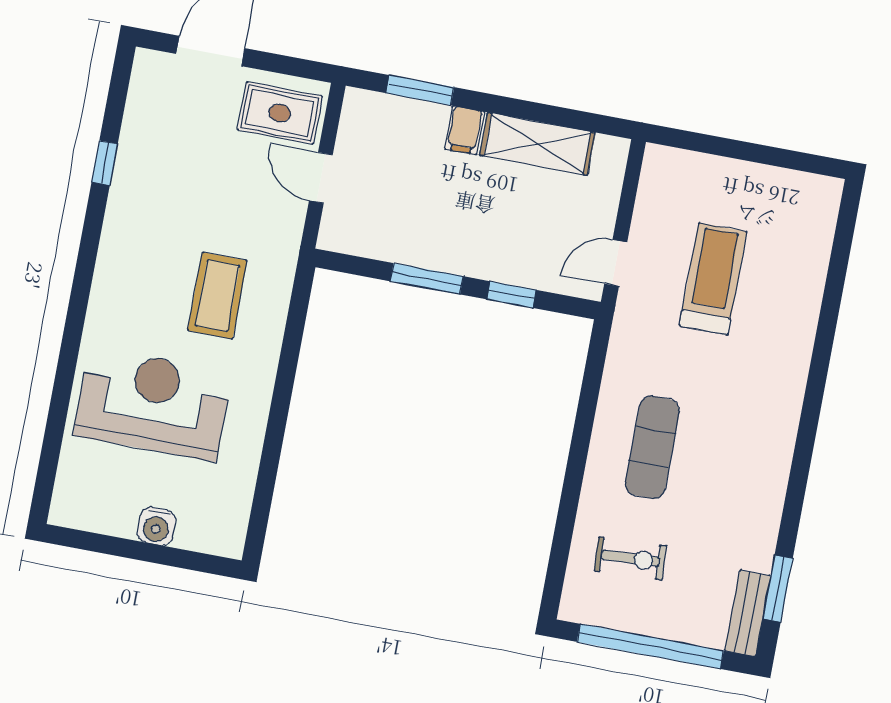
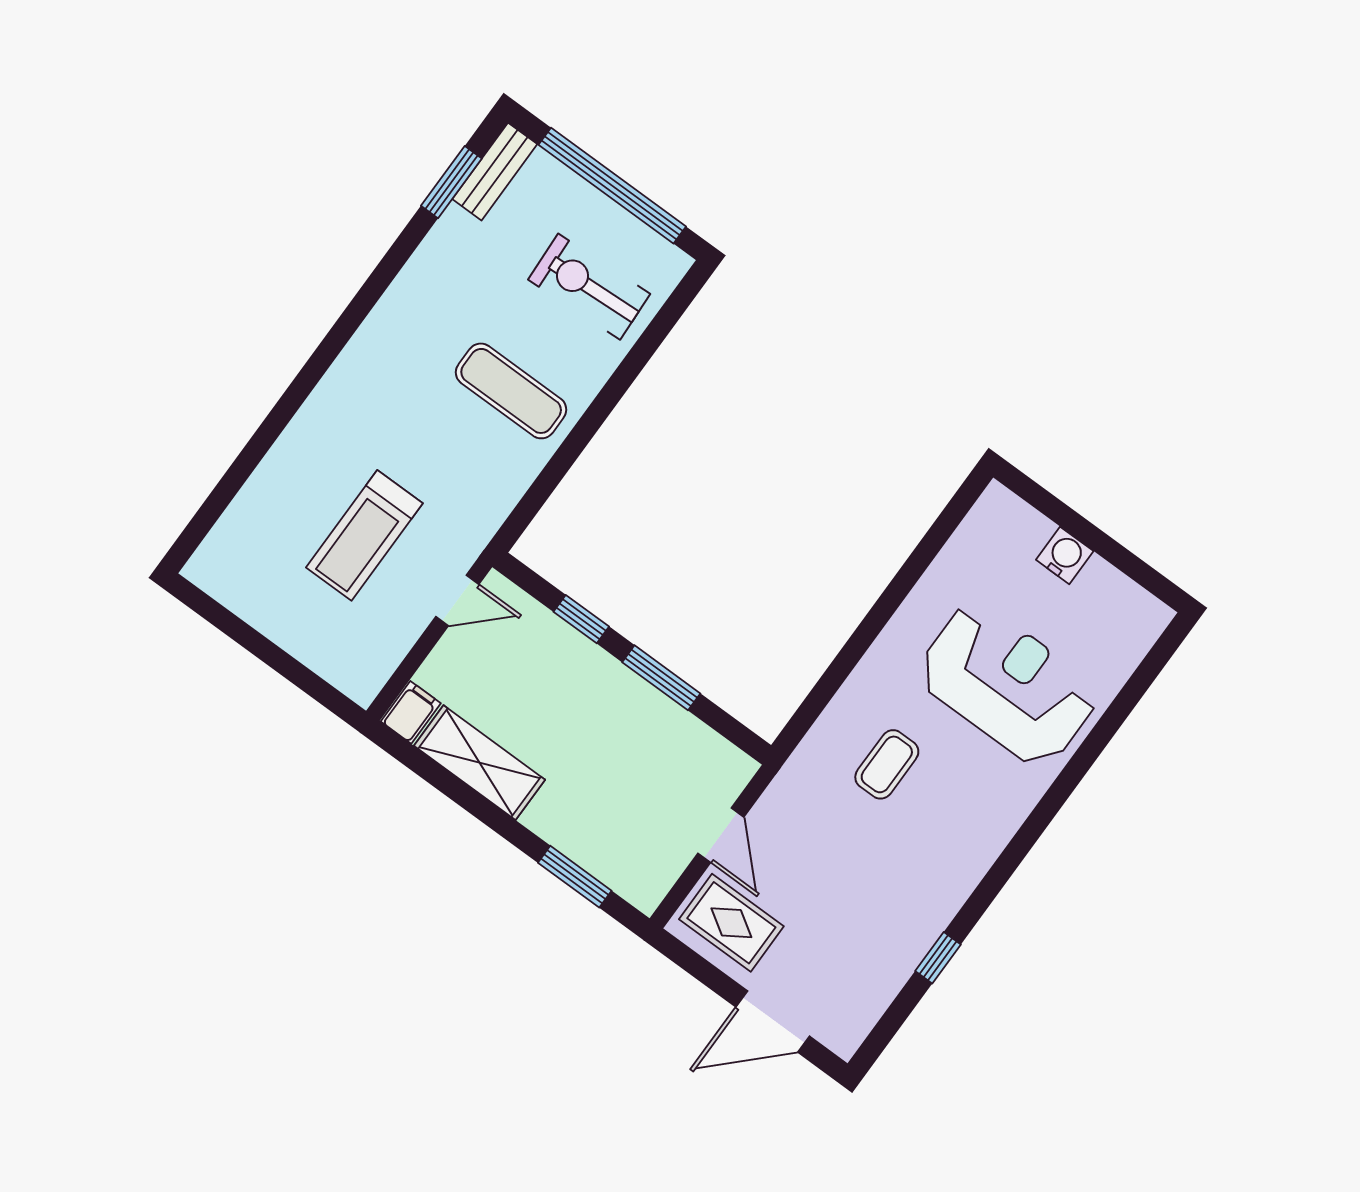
filing cabinet: (465, 130) -> (411, 712), moved
coffee table: (217, 296) -> (887, 764), width x0.73, depth x0.77
reception desk: (153, 404) -> (1008, 684), turned 180
exercise mat: (652, 447) -> (511, 391), turned 90
exercise bike: (630, 558) -> (589, 287), width x1.38, depth x1.39

